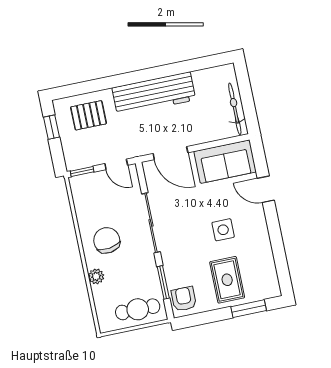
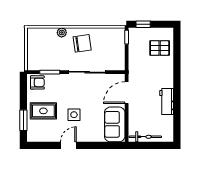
workbench: (154, 94) -> (167, 101), width x0.53, depth x0.76
pallet: (89, 115) -> (160, 48), turned 90
window: (52, 127) -> (143, 24), moved
door: (116, 164) -> (127, 59), removed
door: (266, 189) -> (68, 145), moved
cafe table: (138, 309) -> (37, 53), removed

